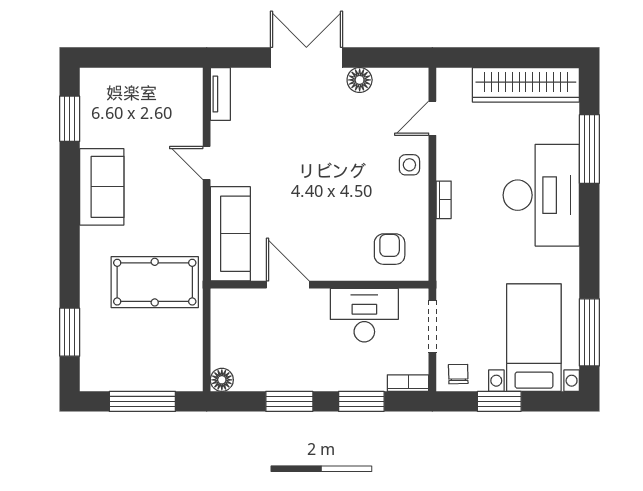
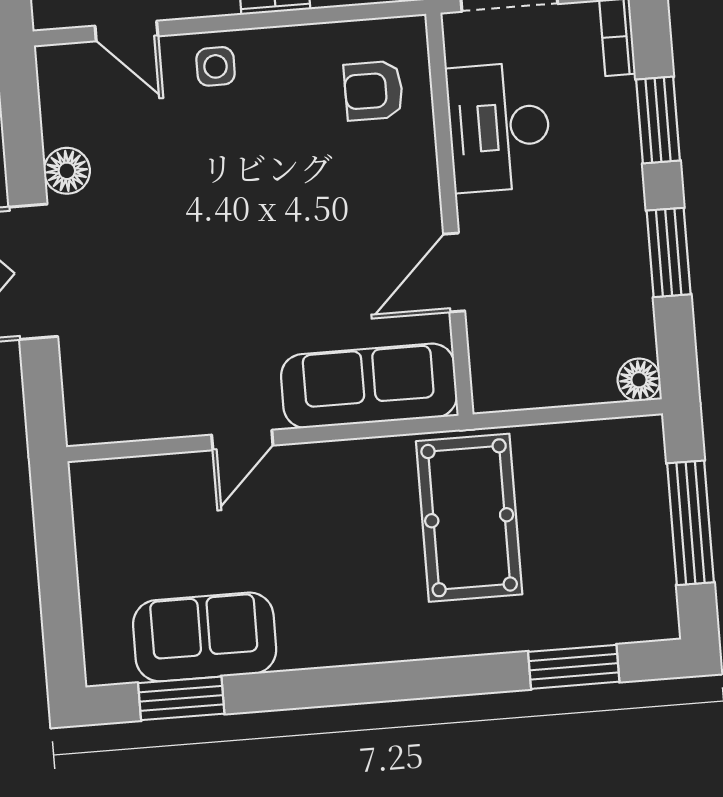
tv unit: (220, 94) -> (113, 425), removed
sofa: (102, 187) -> (205, 637), moved

